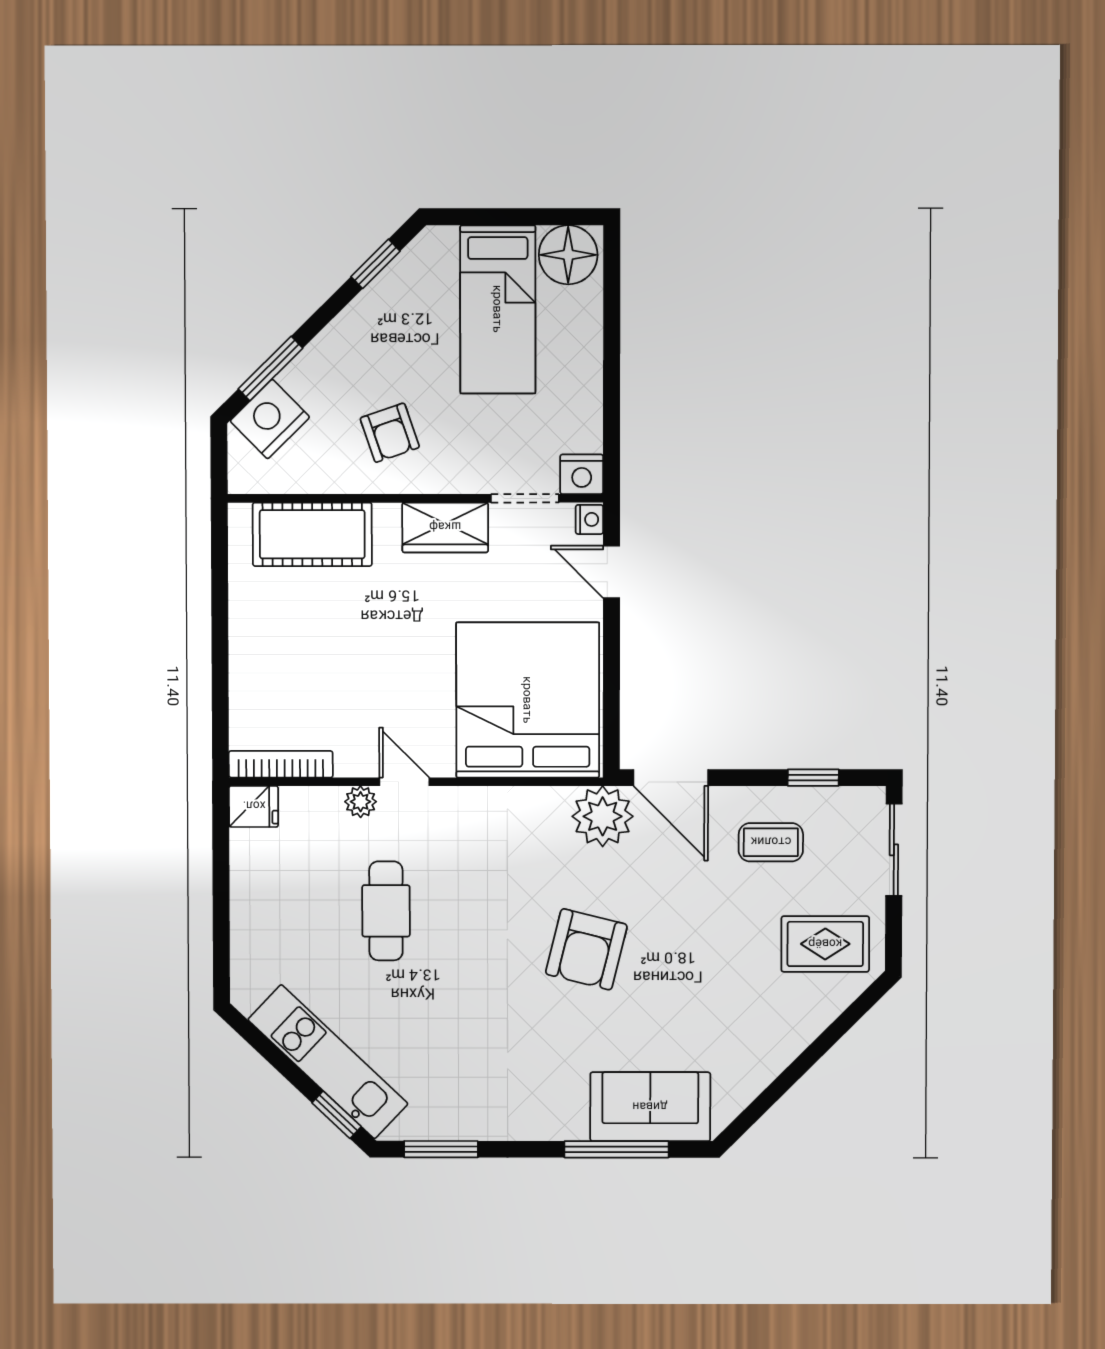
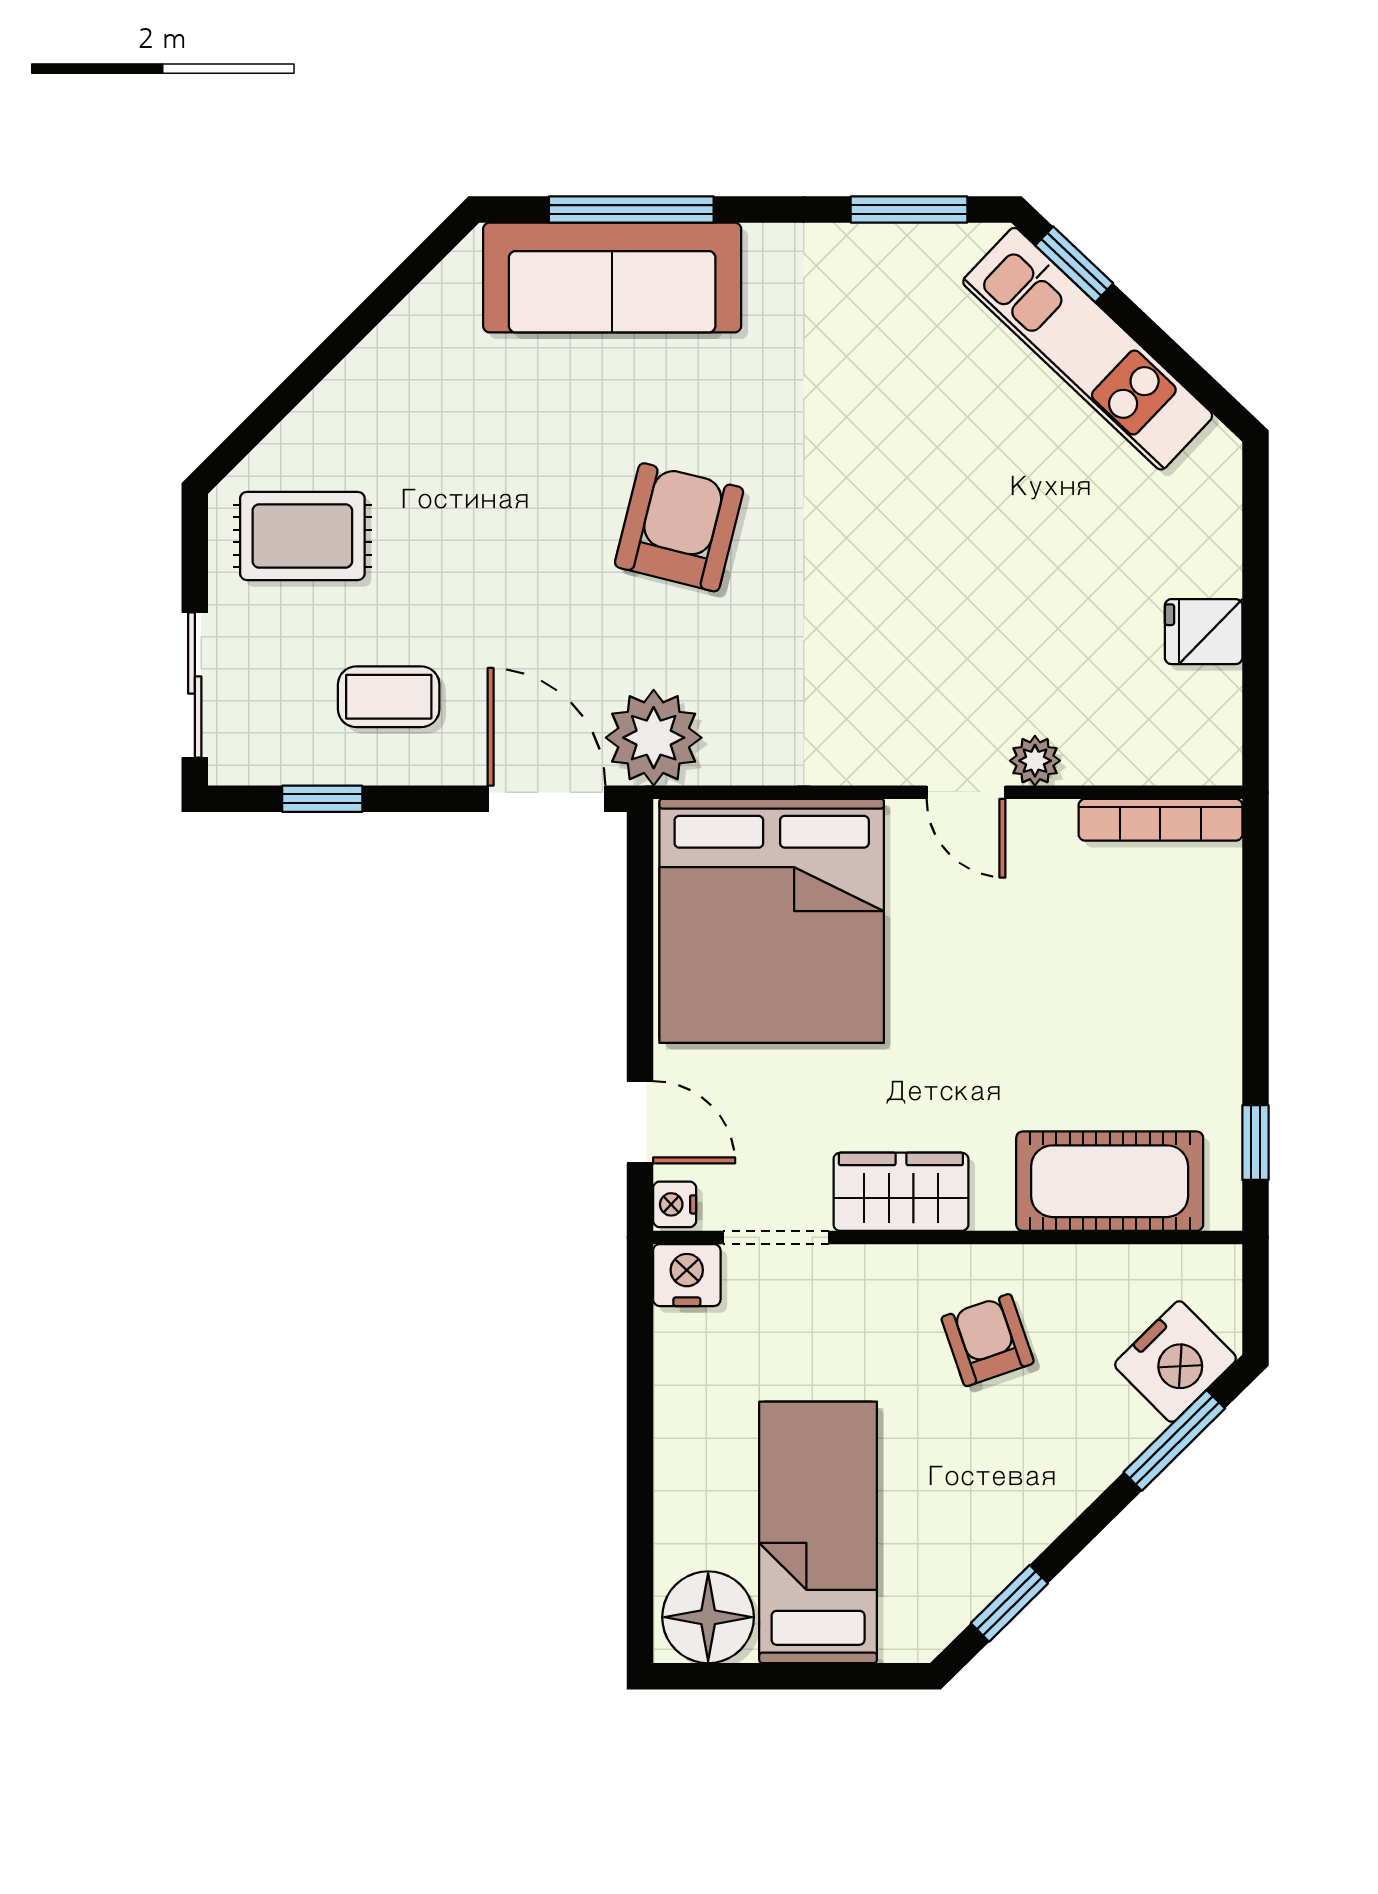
window: (220, 559) -> (1255, 1143), added
fridge: (254, 806) -> (1204, 632), moved
cafe table: (386, 911) -> (995, 588), removed
sofa: (650, 1107) -> (612, 277), width x1.36

